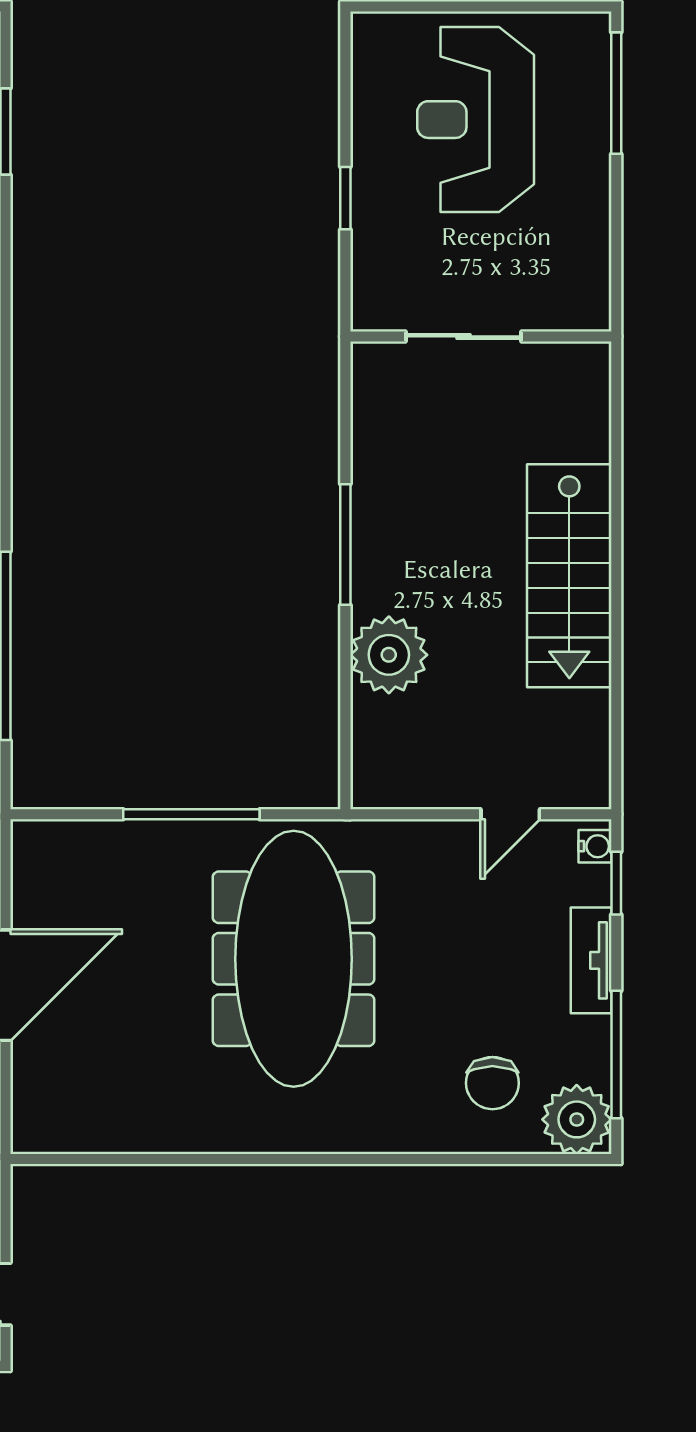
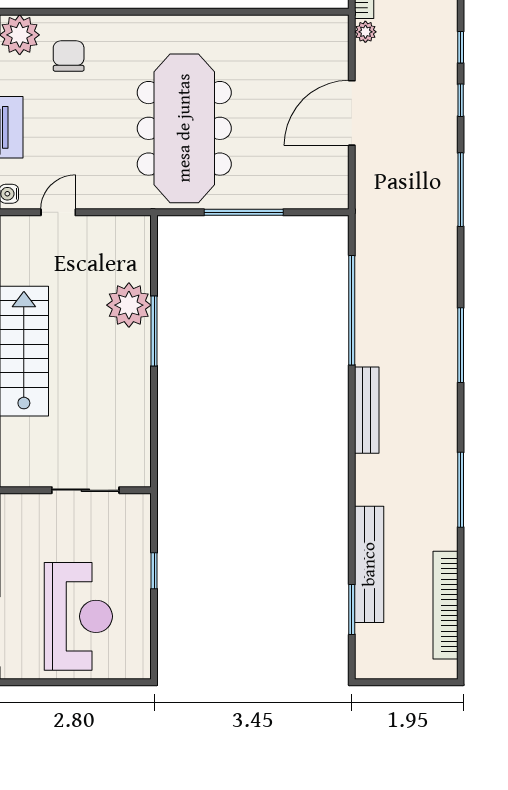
window: (345, 545) -> (154, 331), moved

